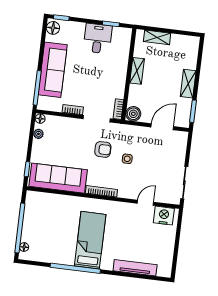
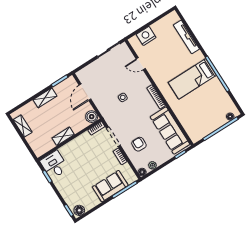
shelving: (157, 37) -> (23, 126), moved
desk: (98, 38) -> (54, 165), moved, turned 90
sofa: (53, 70) -> (110, 186), width x0.73
door: (162, 127) -> (85, 92), hinge flipped
armchair: (103, 149) -> (139, 144), moved
nightstand: (164, 216) -> (146, 36), moved, turned 90

